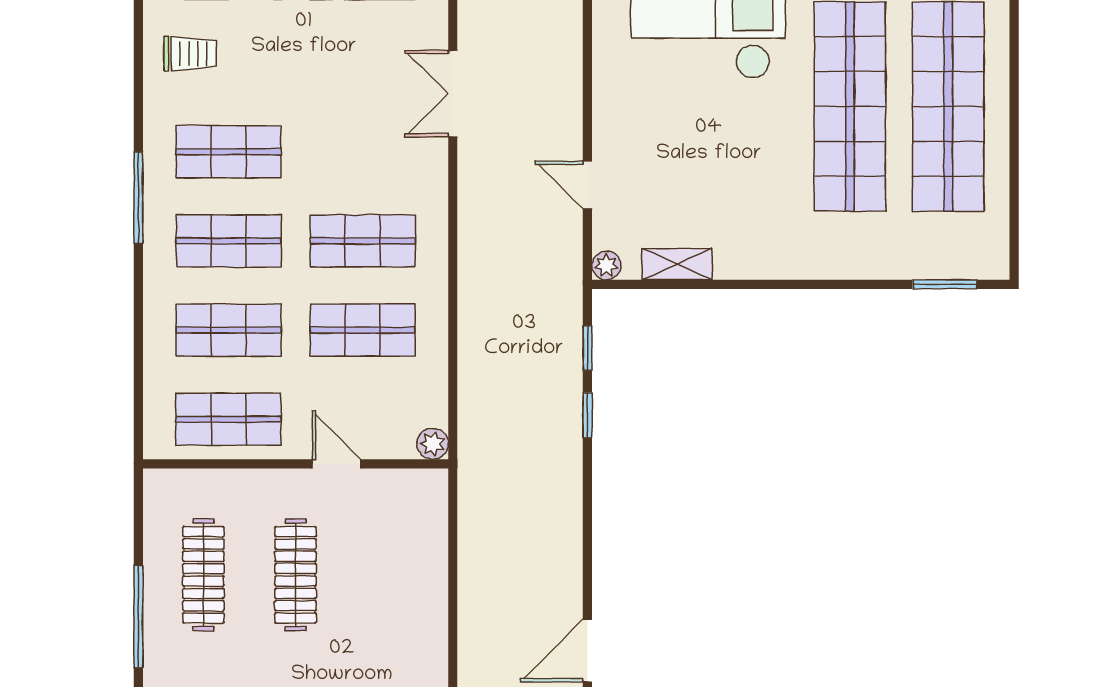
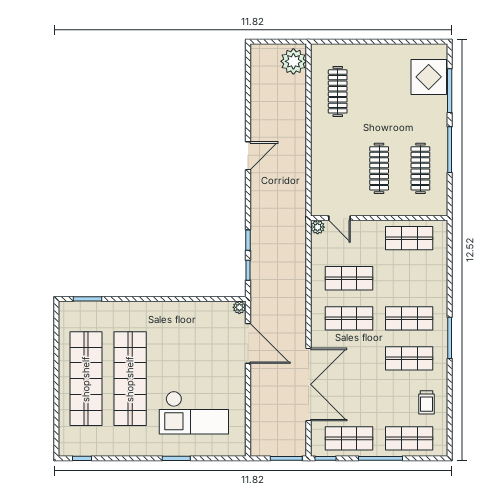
trolley: (190, 54) -> (426, 402), turned -90
double door: (453, 94) -> (309, 384), width x1.87
door: (587, 185) -> (248, 343), width x1.87
shelving: (677, 264) -> (208, 308), removed
shop shelf: (229, 330) -> (409, 278), removed
door: (337, 464) -> (339, 218), moved
door: (587, 651) -> (248, 156), moved

